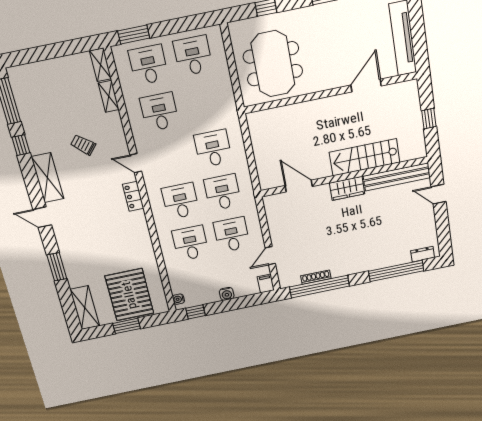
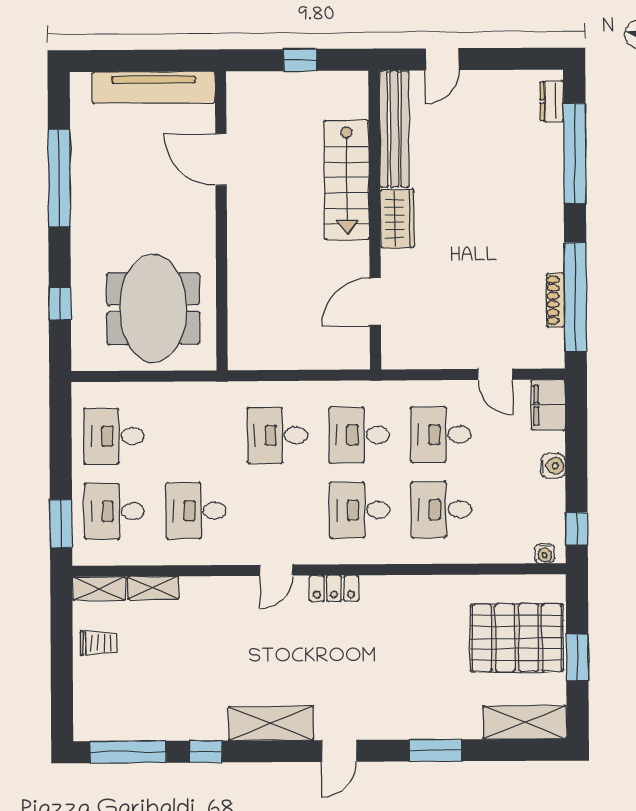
meeting table: (273, 64) -> (153, 308), turned 90
trolley: (83, 145) -> (99, 643), moved, turned -131
filing cabinet: (266, 283) -> (548, 405), width x2.00

